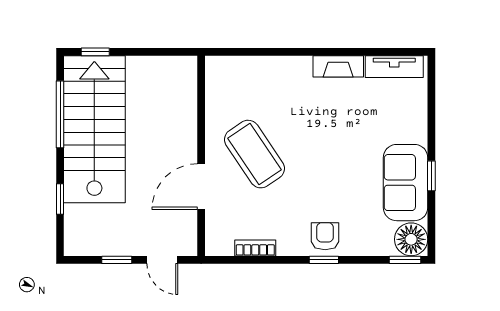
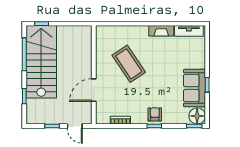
coffee table: (254, 154) -> (129, 64), moved

